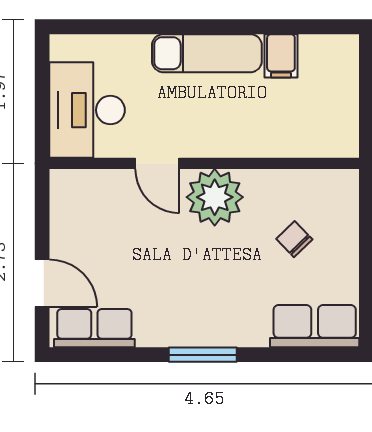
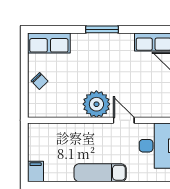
filing cabinet: (281, 56) -> (36, 171), moved
chair: (294, 239) -> (40, 81), moved

